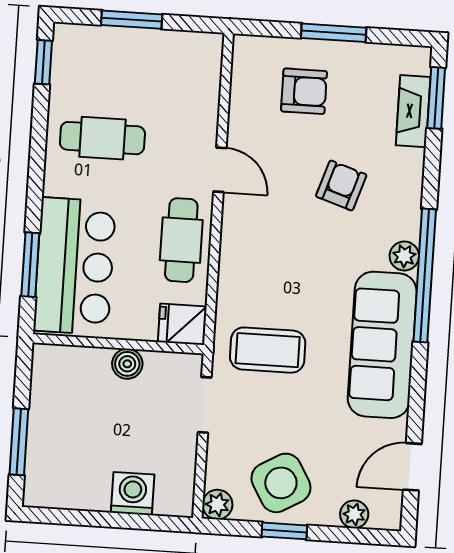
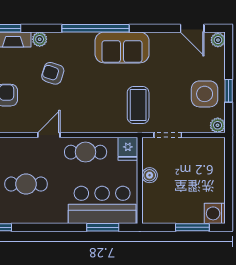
cafe table: (102, 138) -> (26, 184), moved, turned 90
plant: (404, 256) -> (40, 39), moved
sofa: (382, 345) -> (122, 47), width x0.73
side table: (281, 483) -> (205, 94), turned 30
washing machine: (133, 494) -> (215, 213), moved
plant: (354, 514) -> (218, 40), moved

